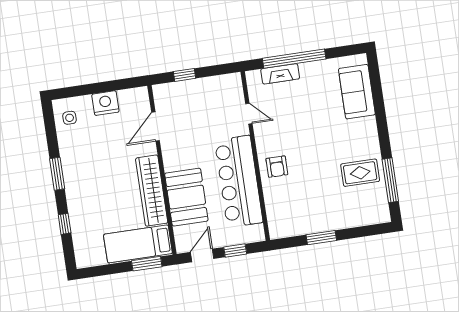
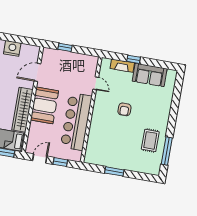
window: (294, 59) -> (134, 59), width x0.32
sofa: (357, 92) -> (150, 75), moved, turned -90
armchair: (277, 167) -> (124, 109), moved
rug: (360, 173) -> (150, 140), turned 90
booth: (186, 197) -> (44, 105), moved

